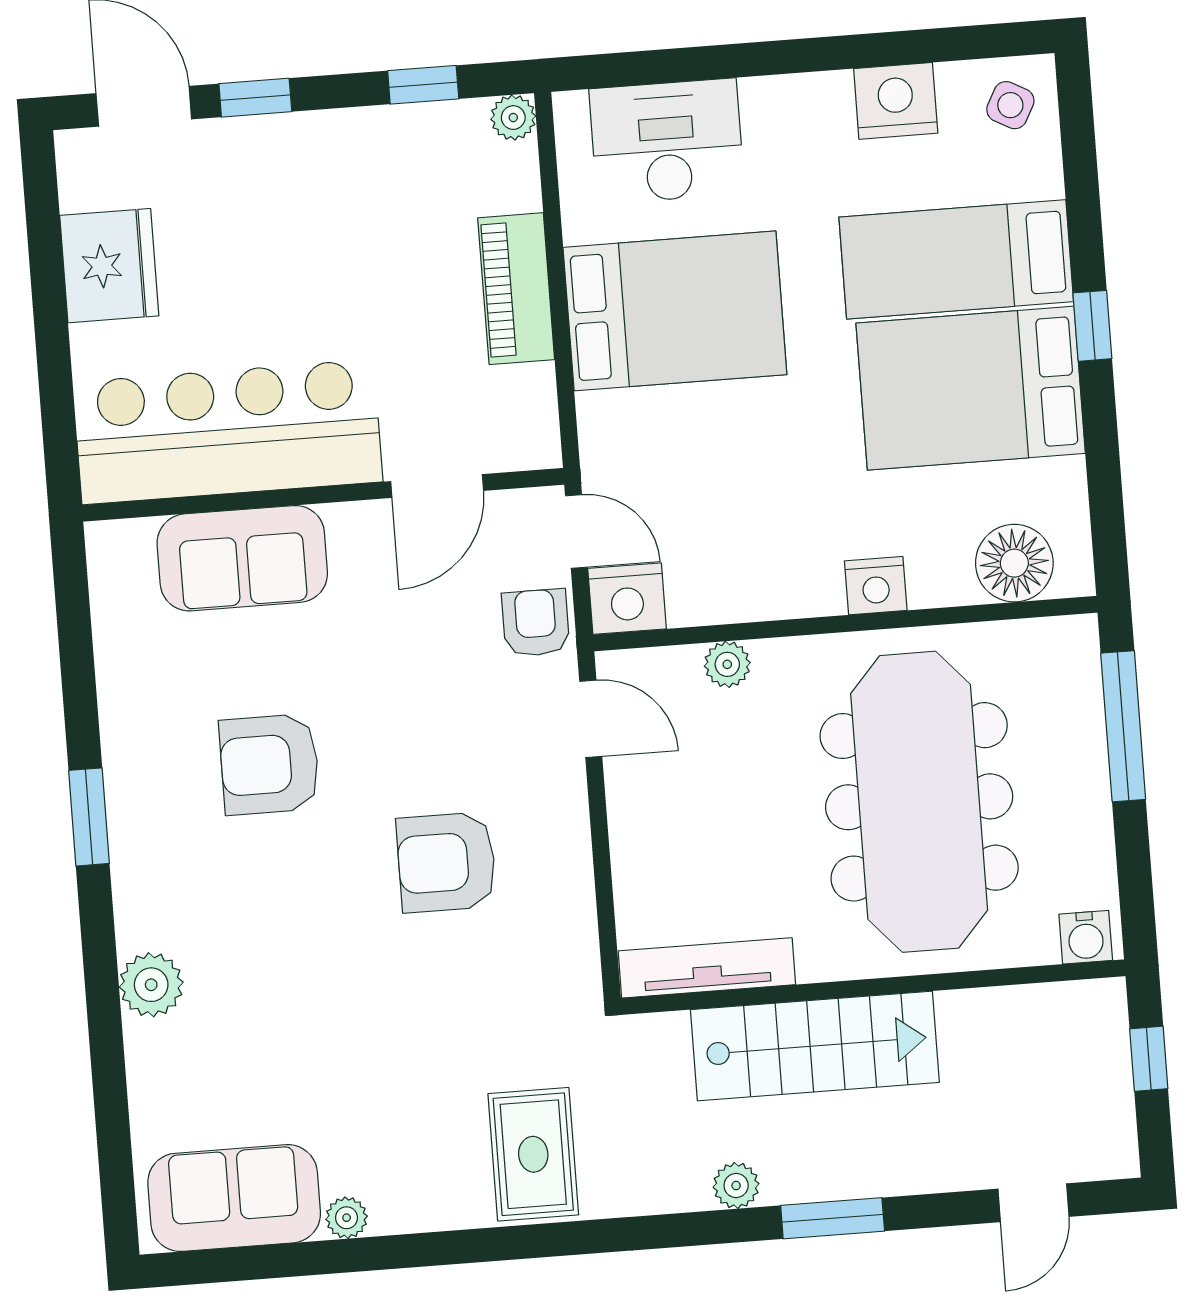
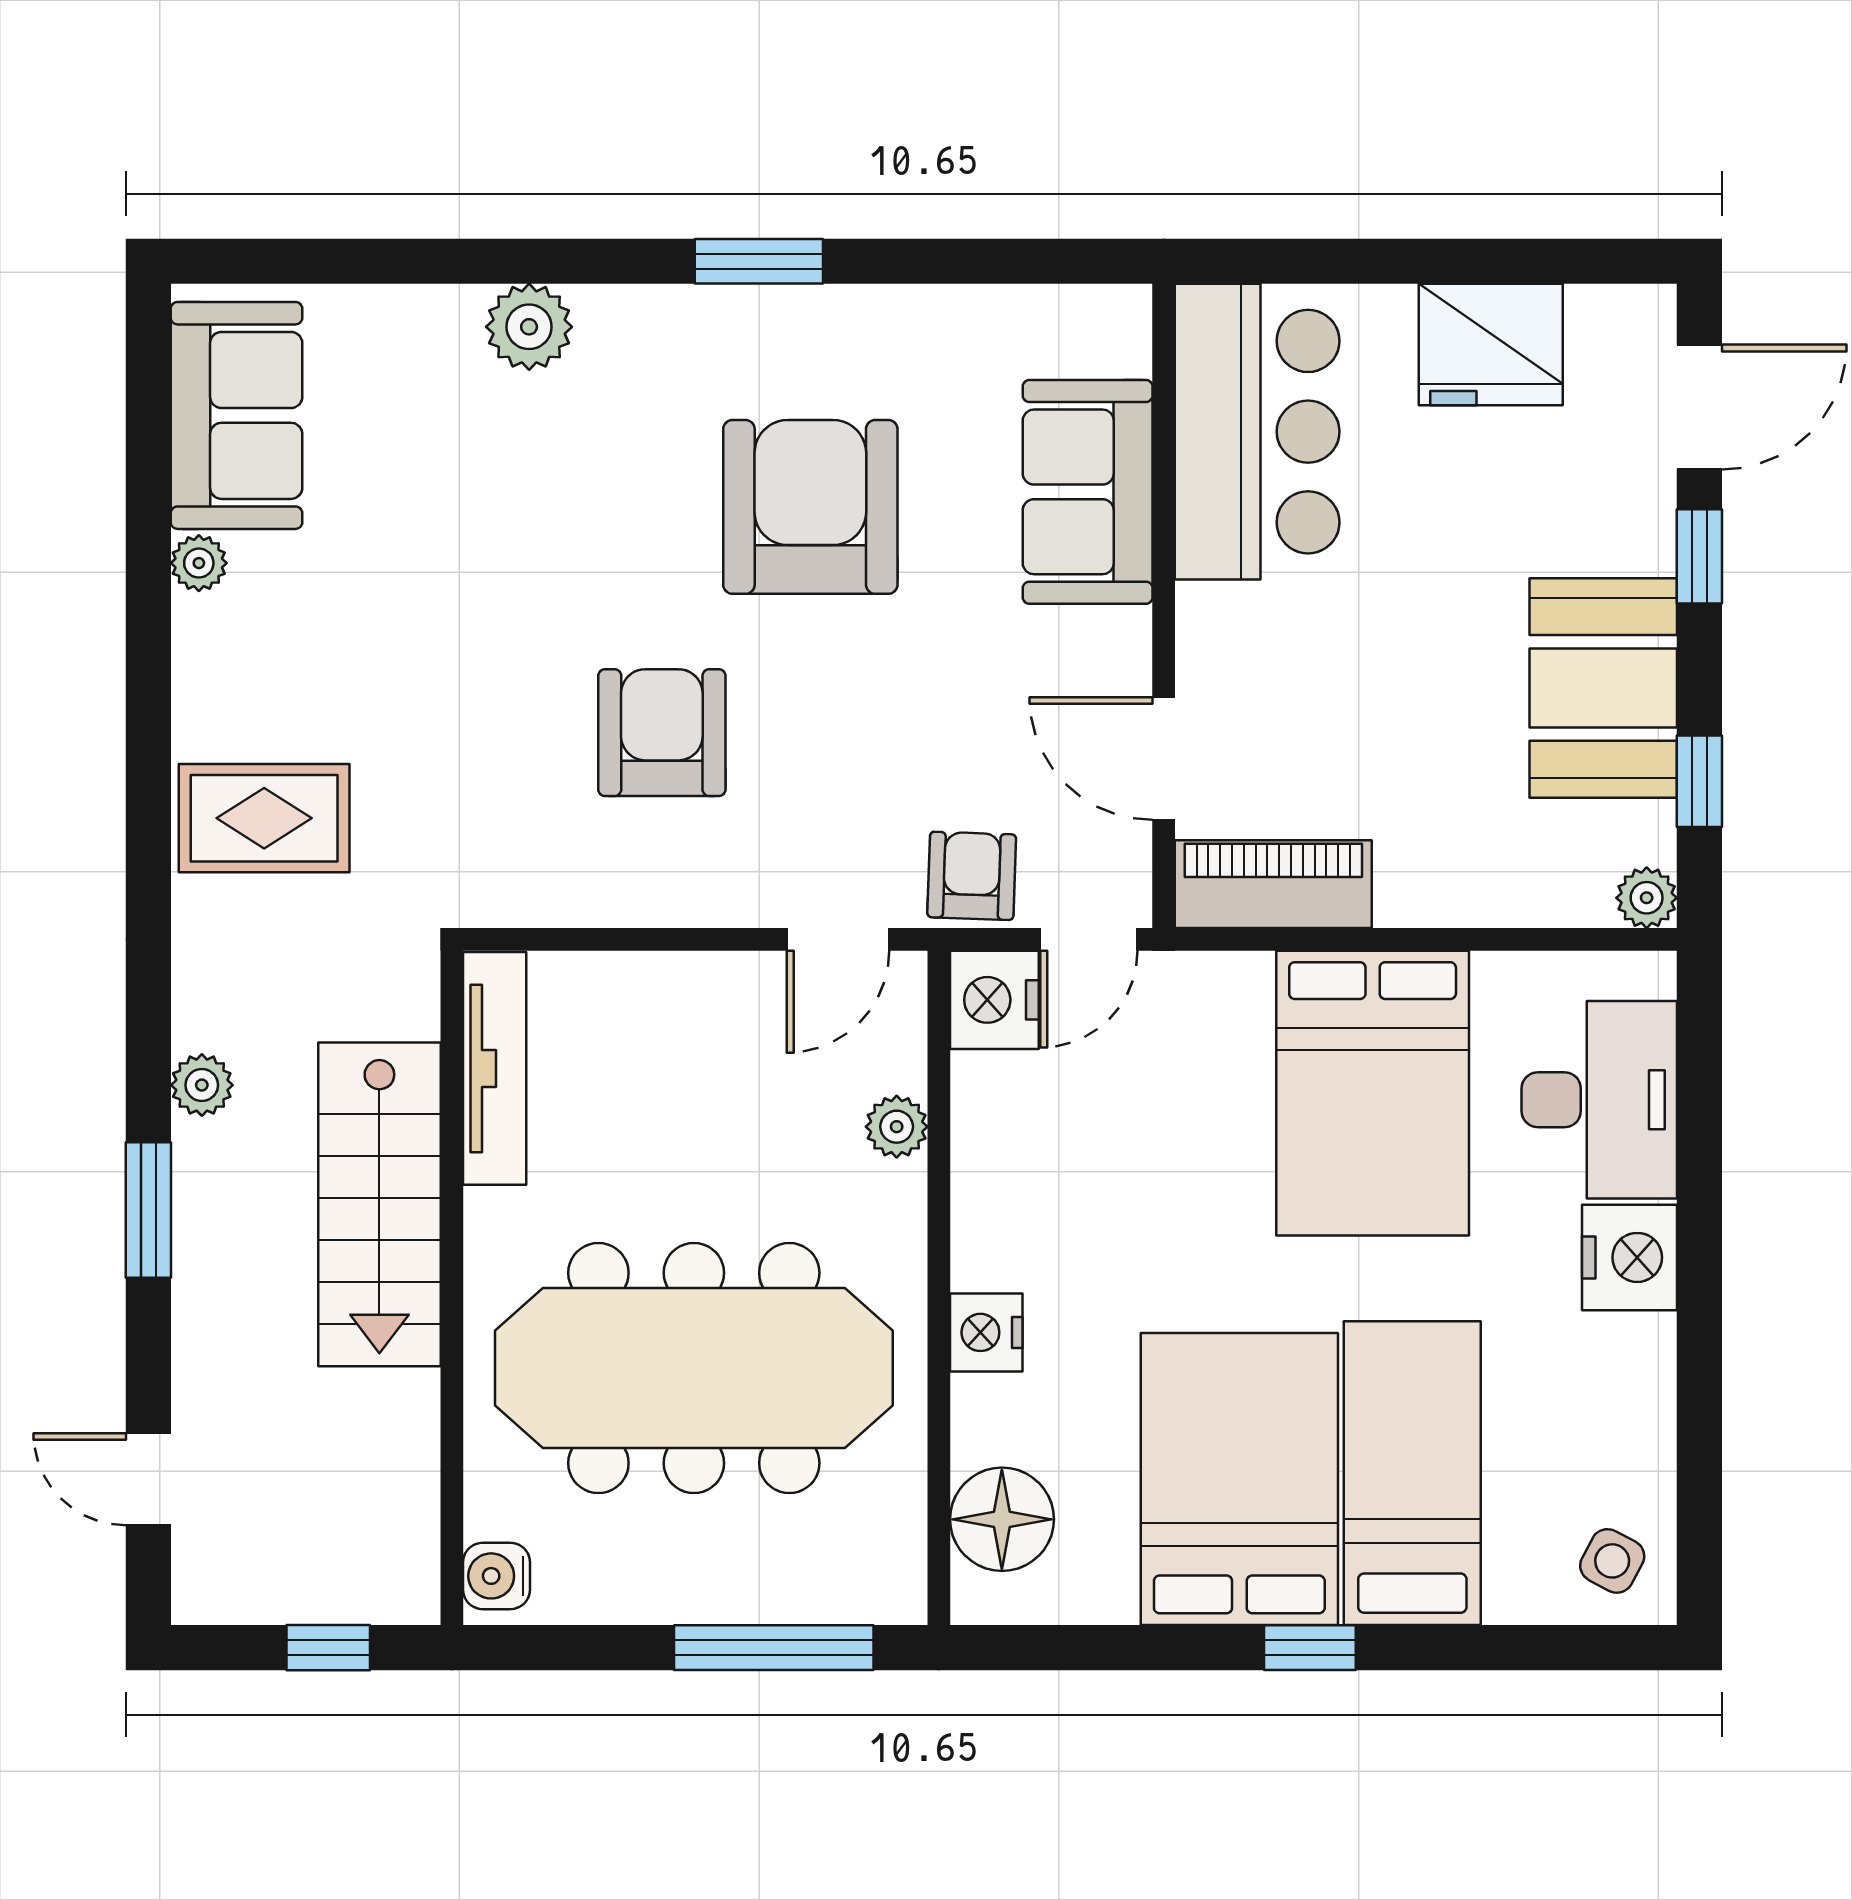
nightstand: (896, 101) -> (1630, 1257), moved
booth: (359, 162) -> (1603, 688), added
piano: (516, 289) -> (1273, 884), moved
bar counter: (228, 432) -> (1257, 432), width x0.73
armchair: (536, 623) -> (972, 876), turned -88
armchair: (269, 764) -> (810, 507), width x1.36, depth x1.36

